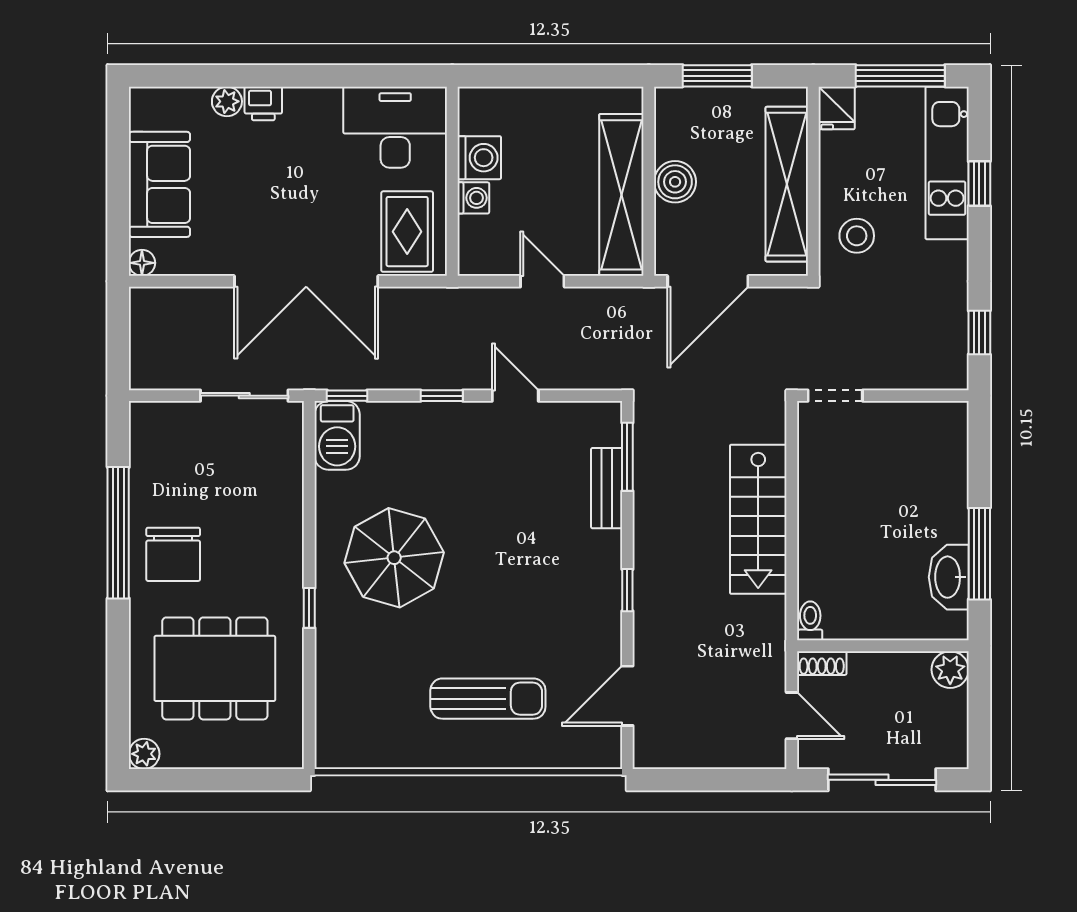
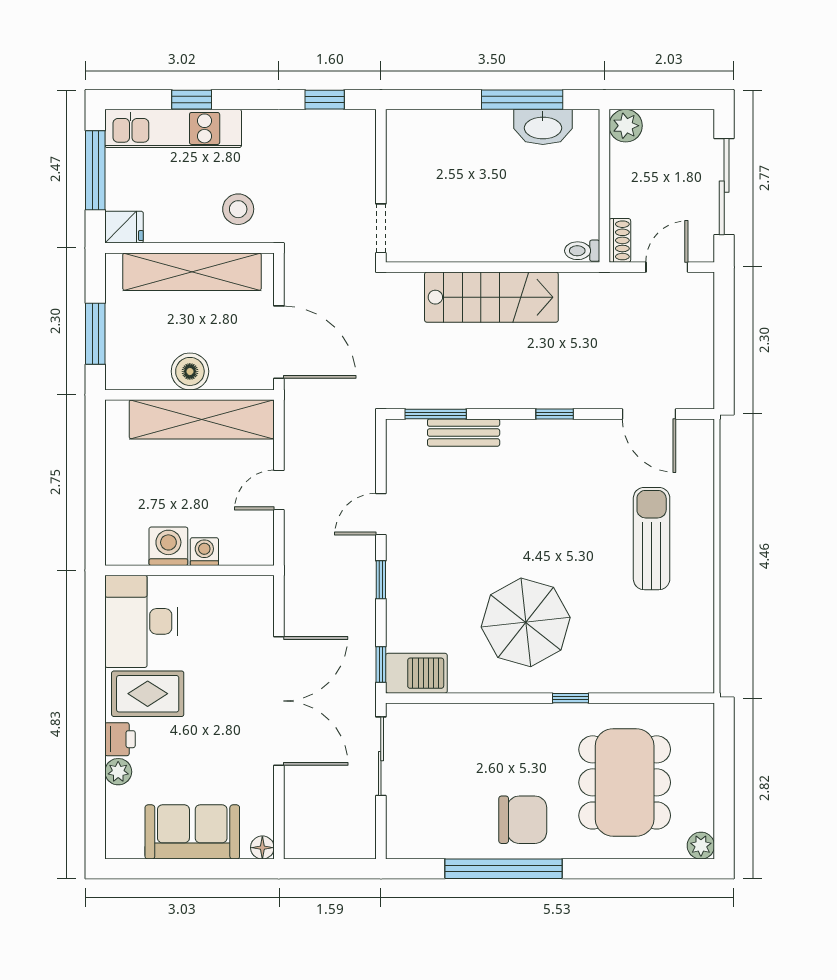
rug: (407, 232) -> (148, 694), moved

